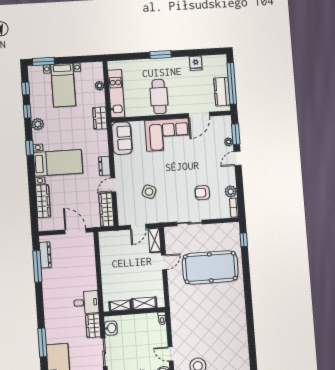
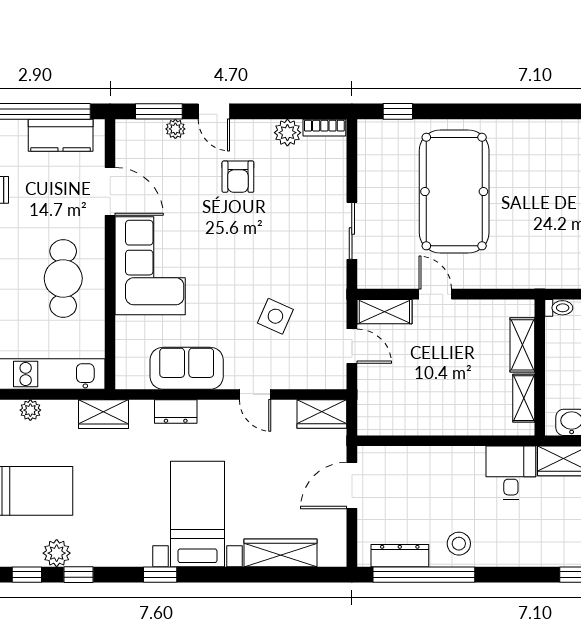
cafe table: (159, 97) -> (63, 278), turned 90
plant: (38, 124) -> (57, 553), moved
sofa: (122, 138) -> (187, 368), moved
dresser: (104, 166) -> (176, 412), moved
armchair: (202, 193) -> (238, 177), moved
wardrobe: (106, 210) -> (322, 414), width x0.67
window: (37, 266) -> (424, 575), width x1.46
stool: (52, 281) -> (459, 544), added

